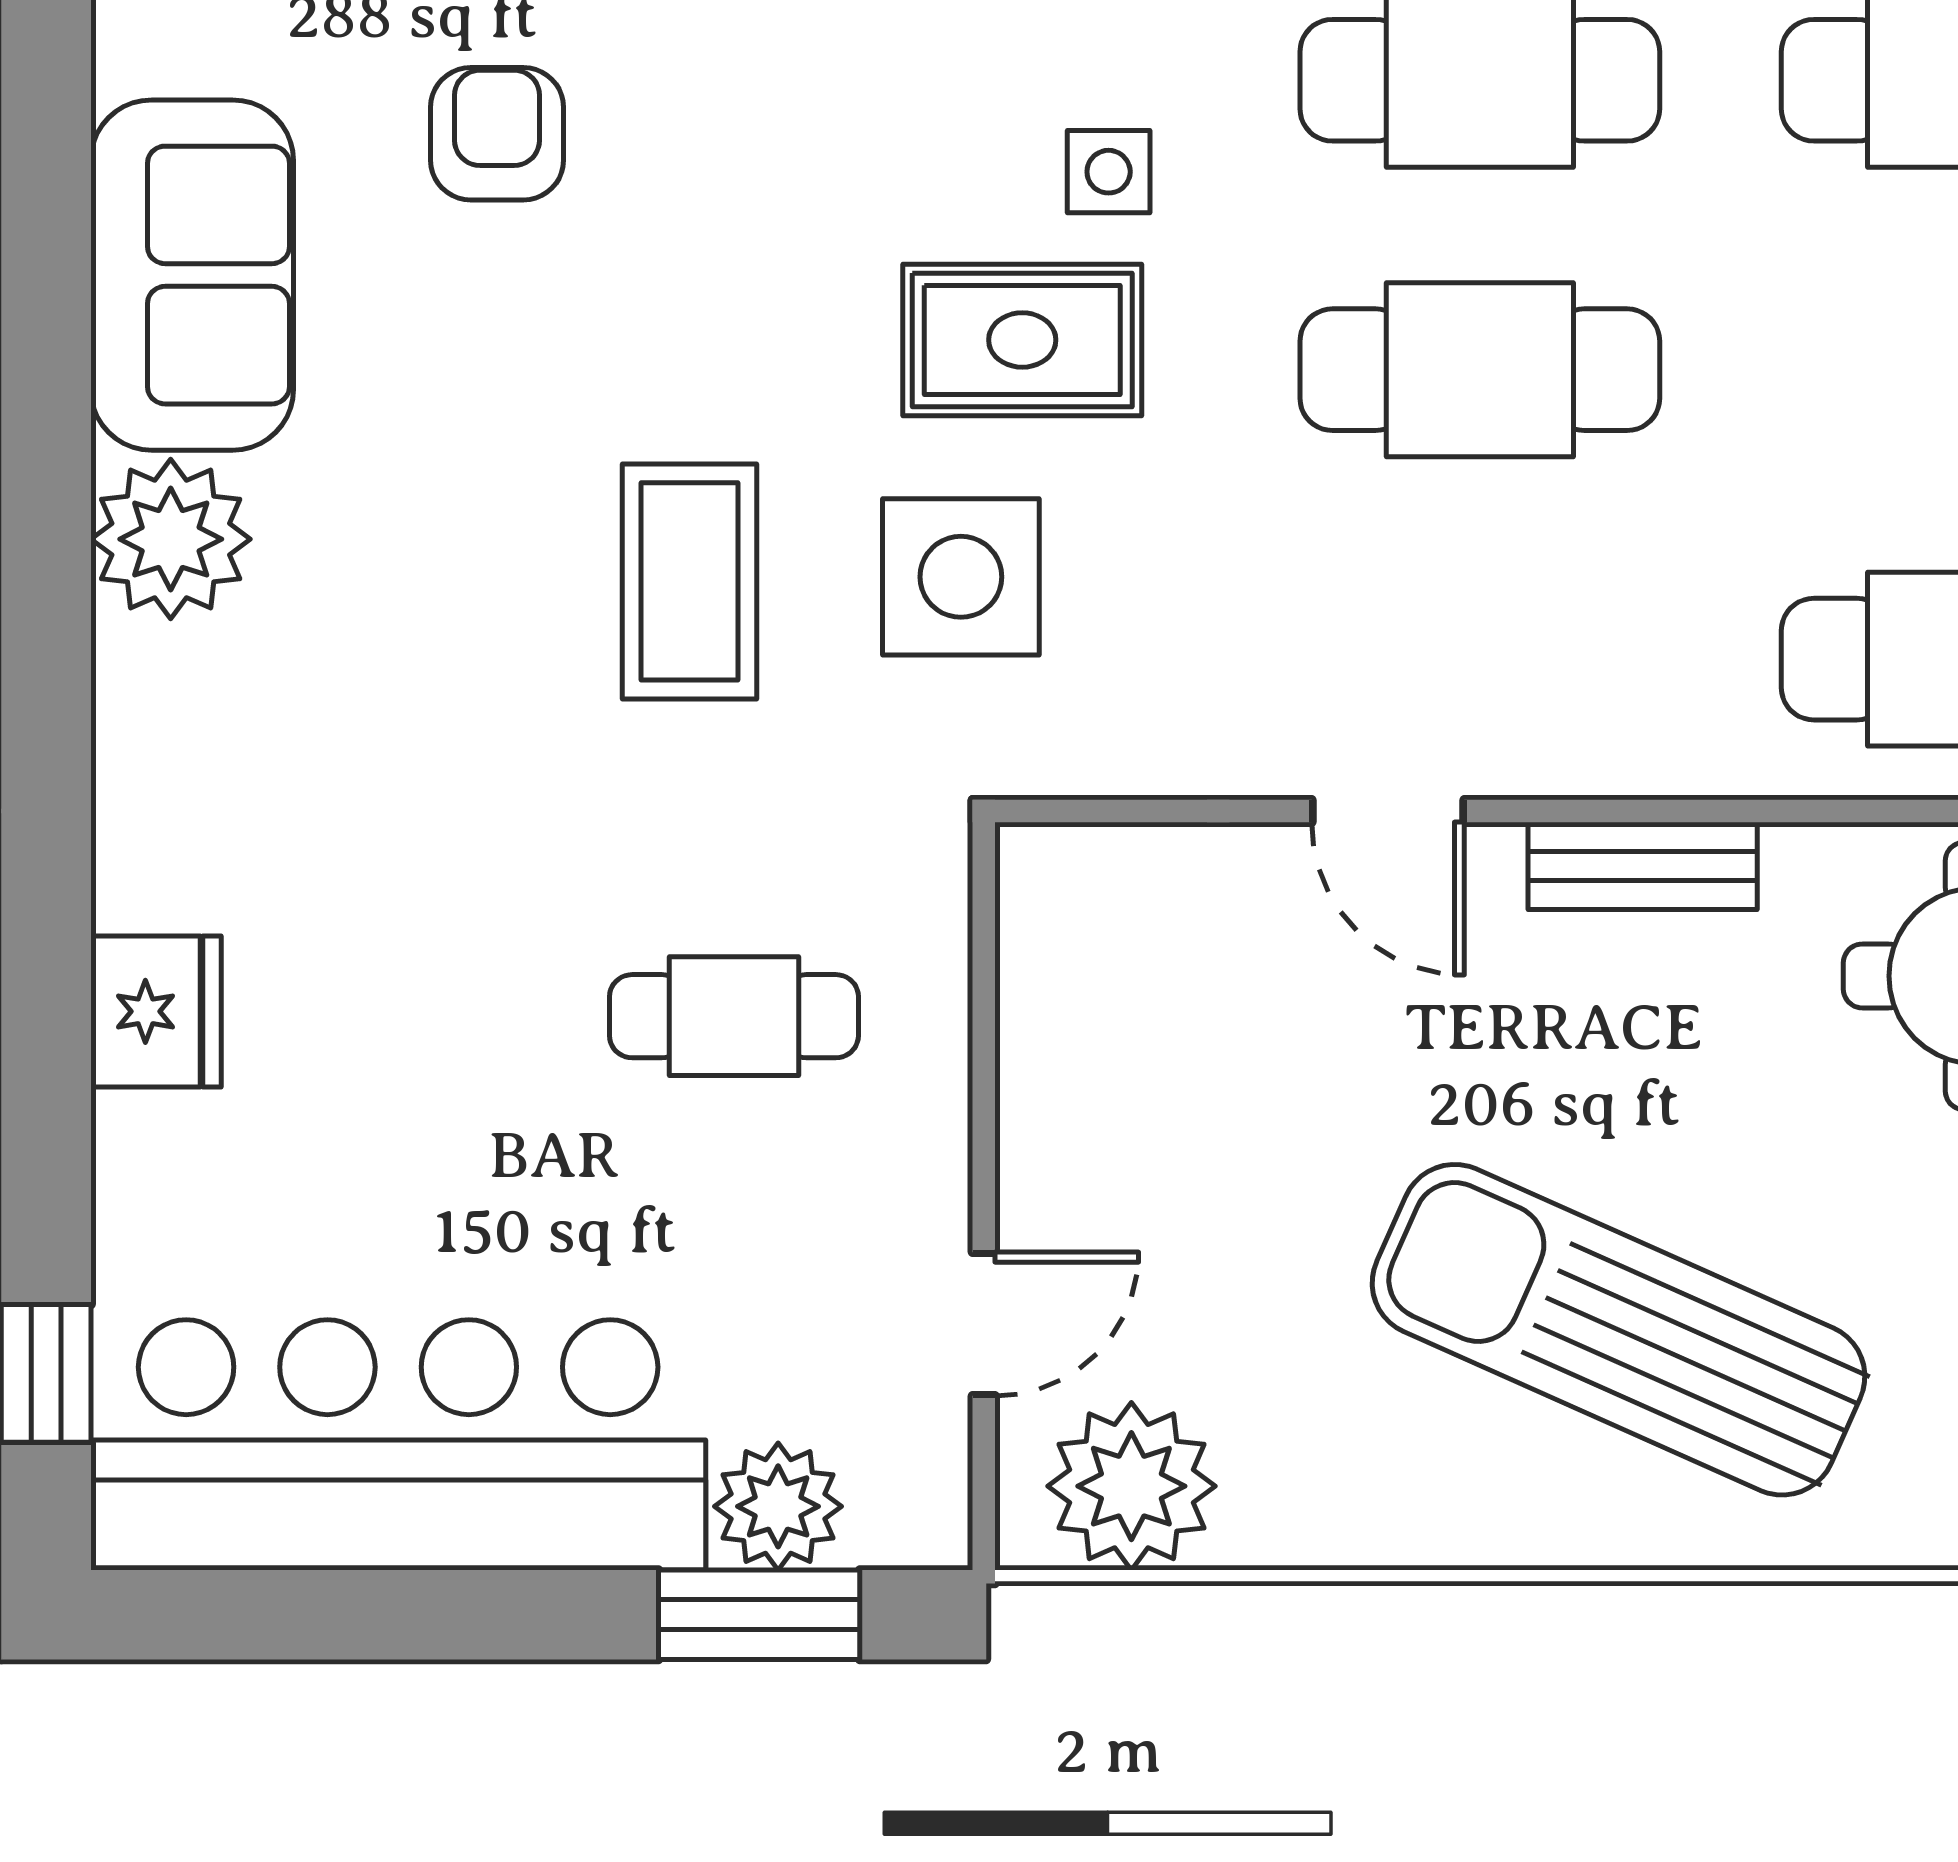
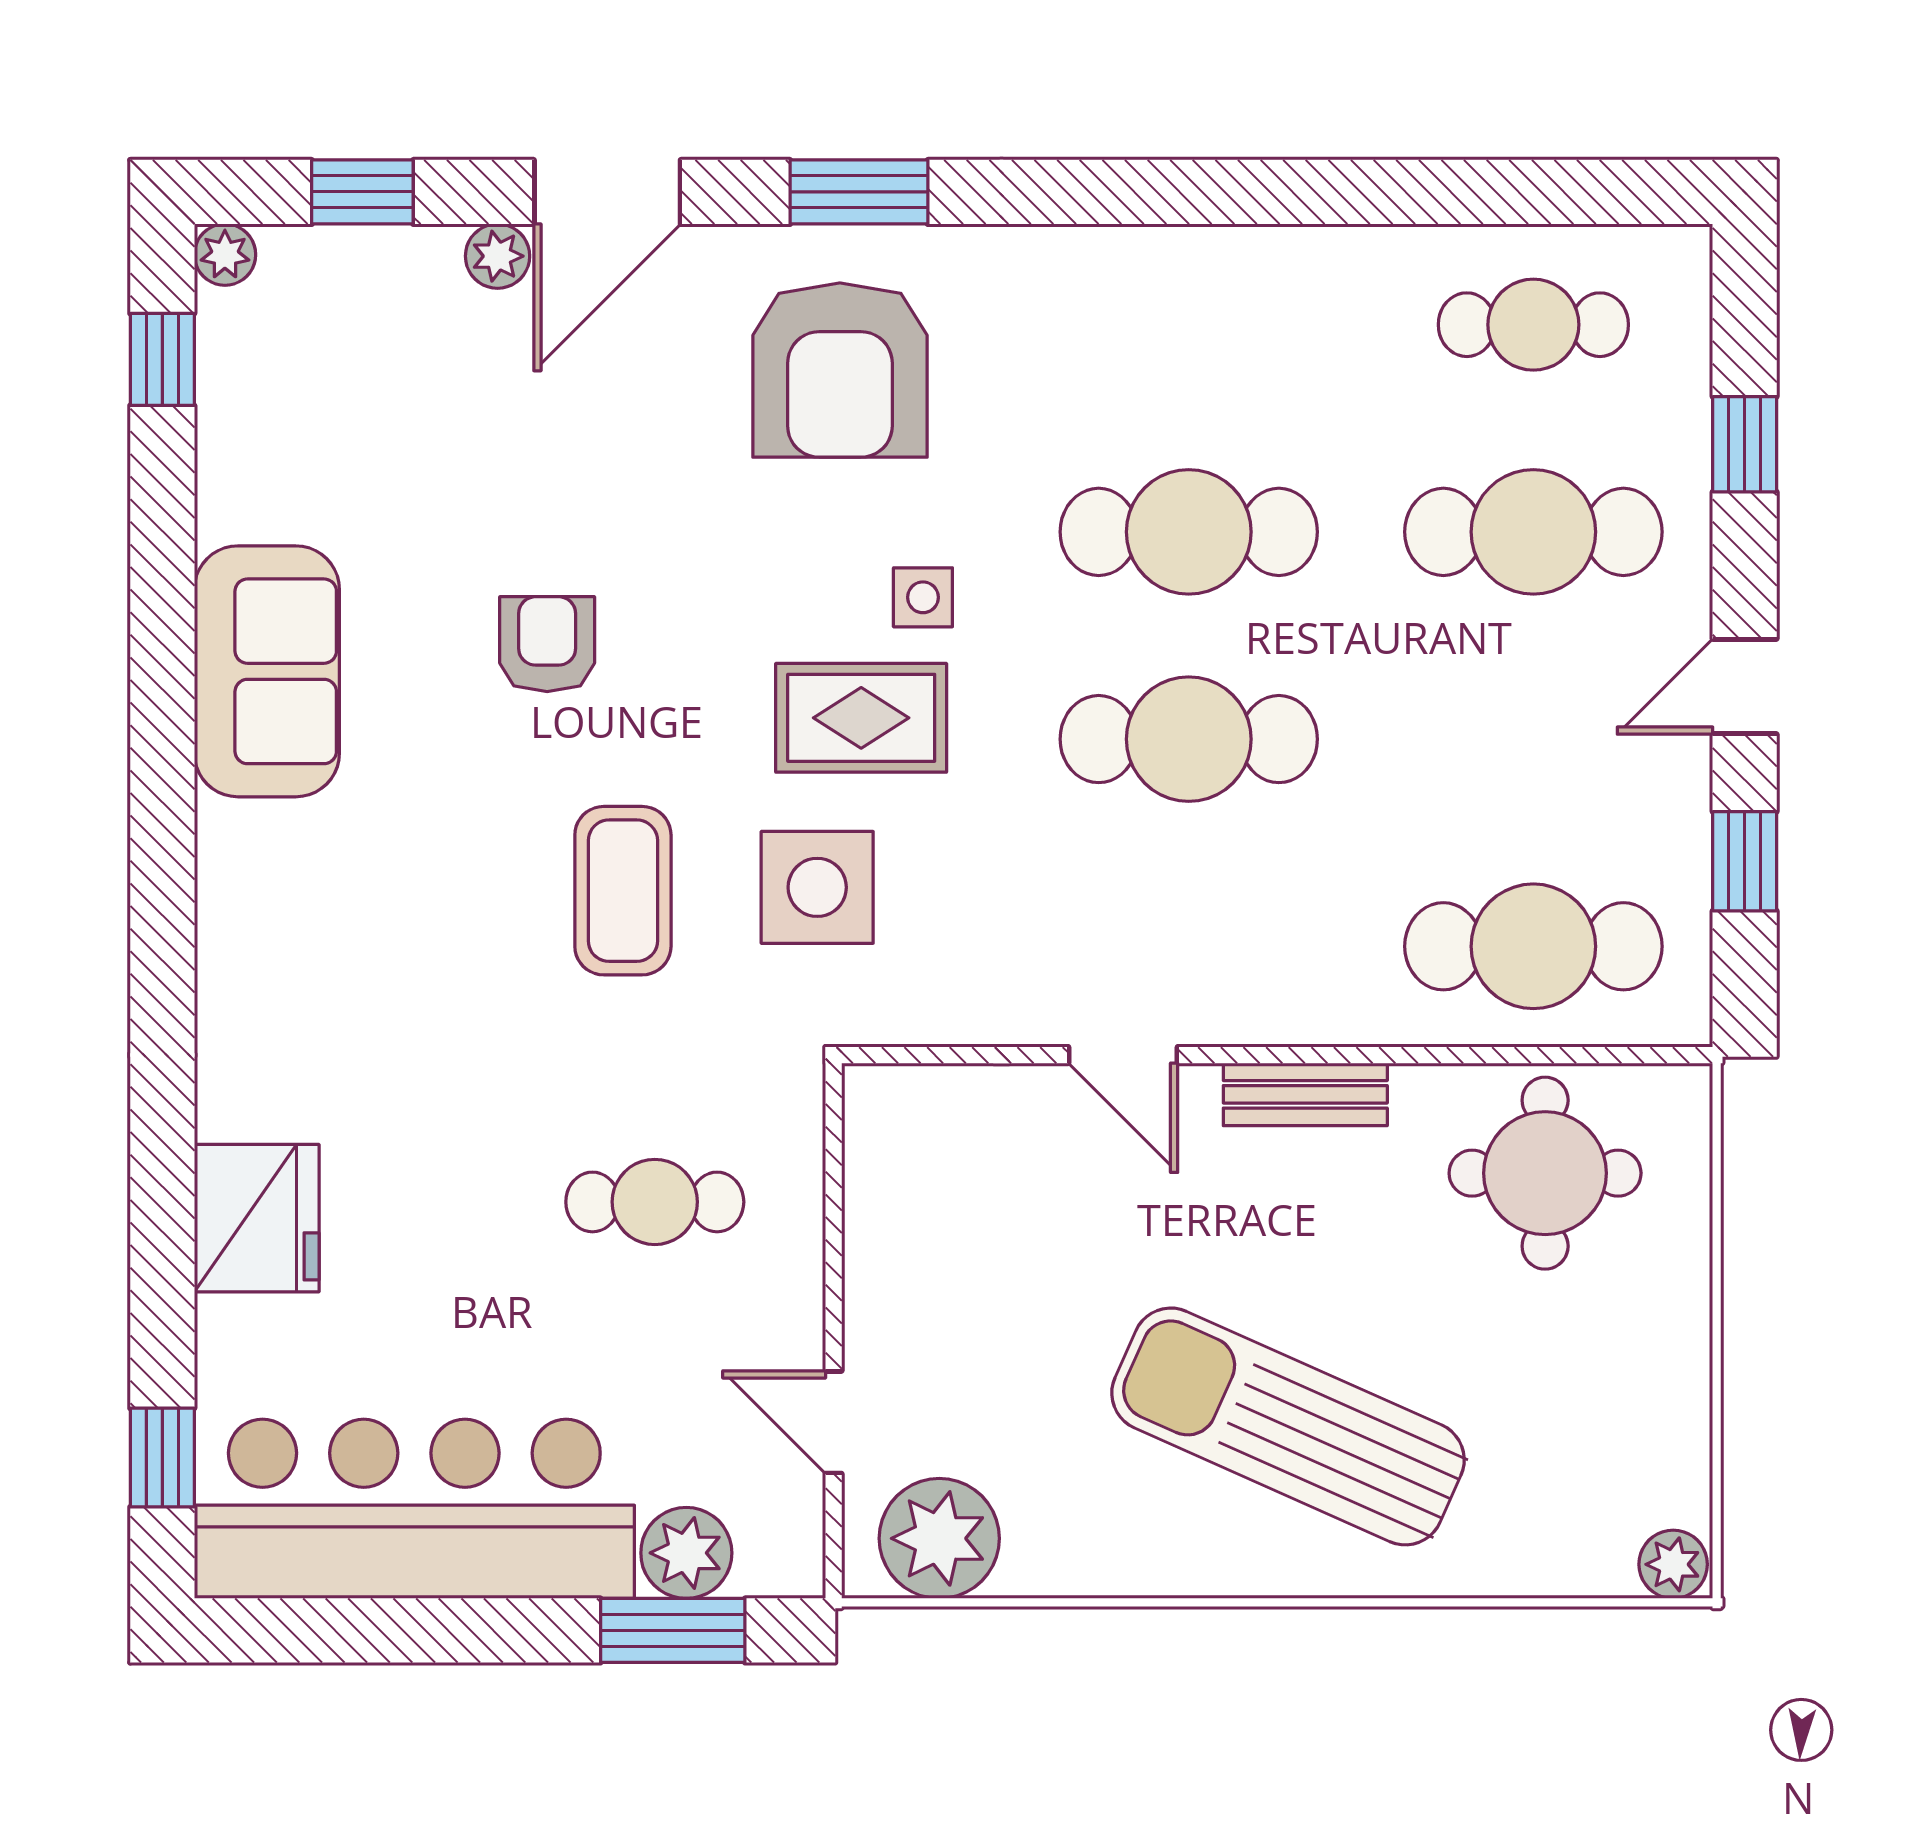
armchair: (497, 134) -> (547, 644), moved
plant: (171, 539) -> (251, 860), removed
fridge: (156, 1011) -> (257, 1218), width x1.36, depth x1.34
door: (984, 1324) -> (834, 1422), swing flipped

